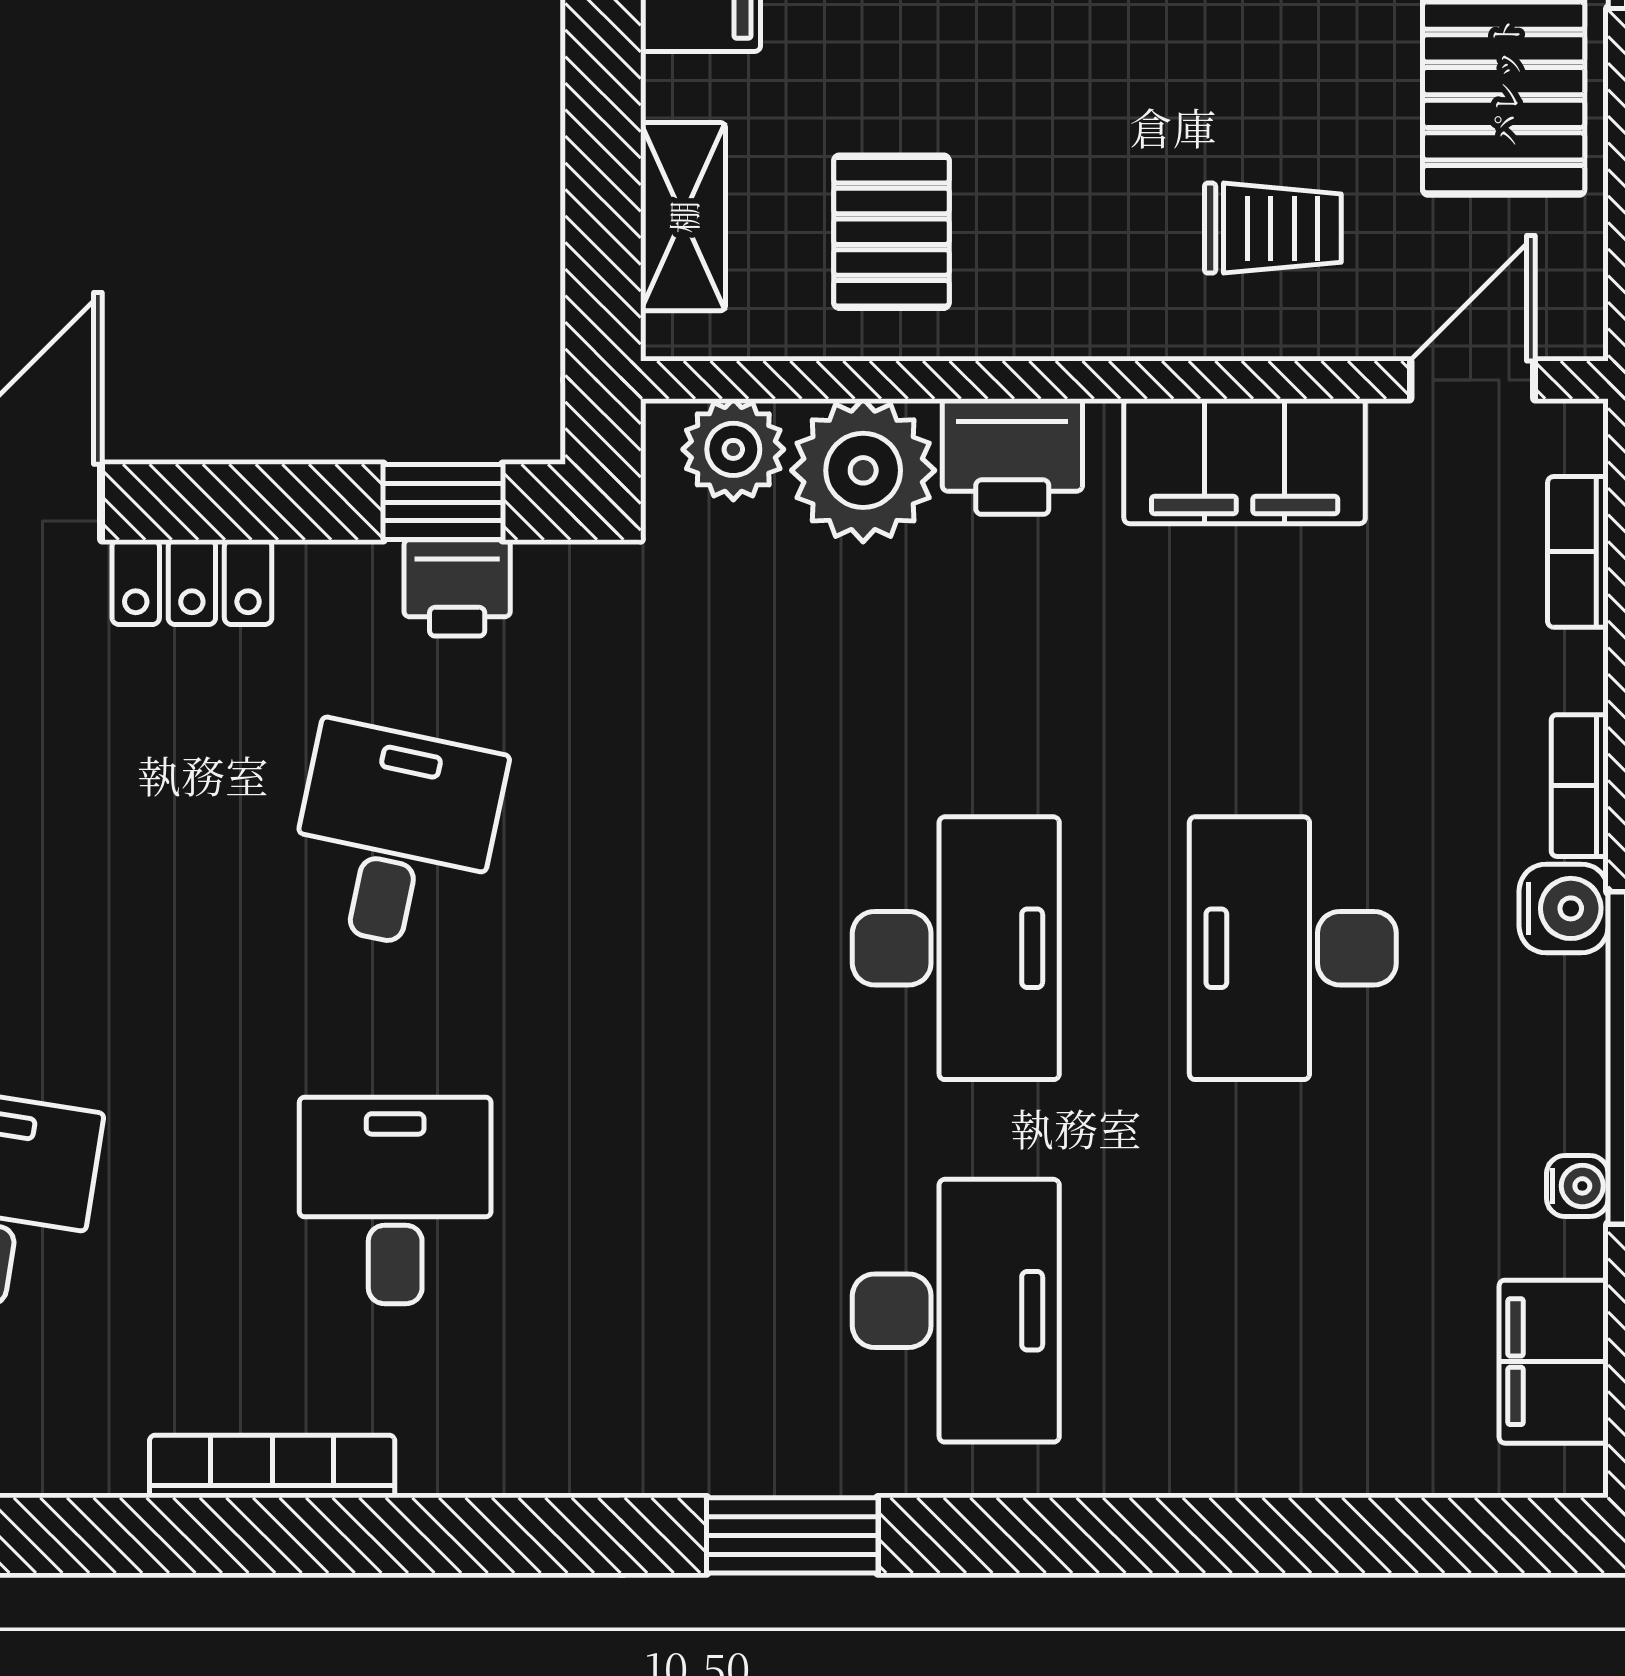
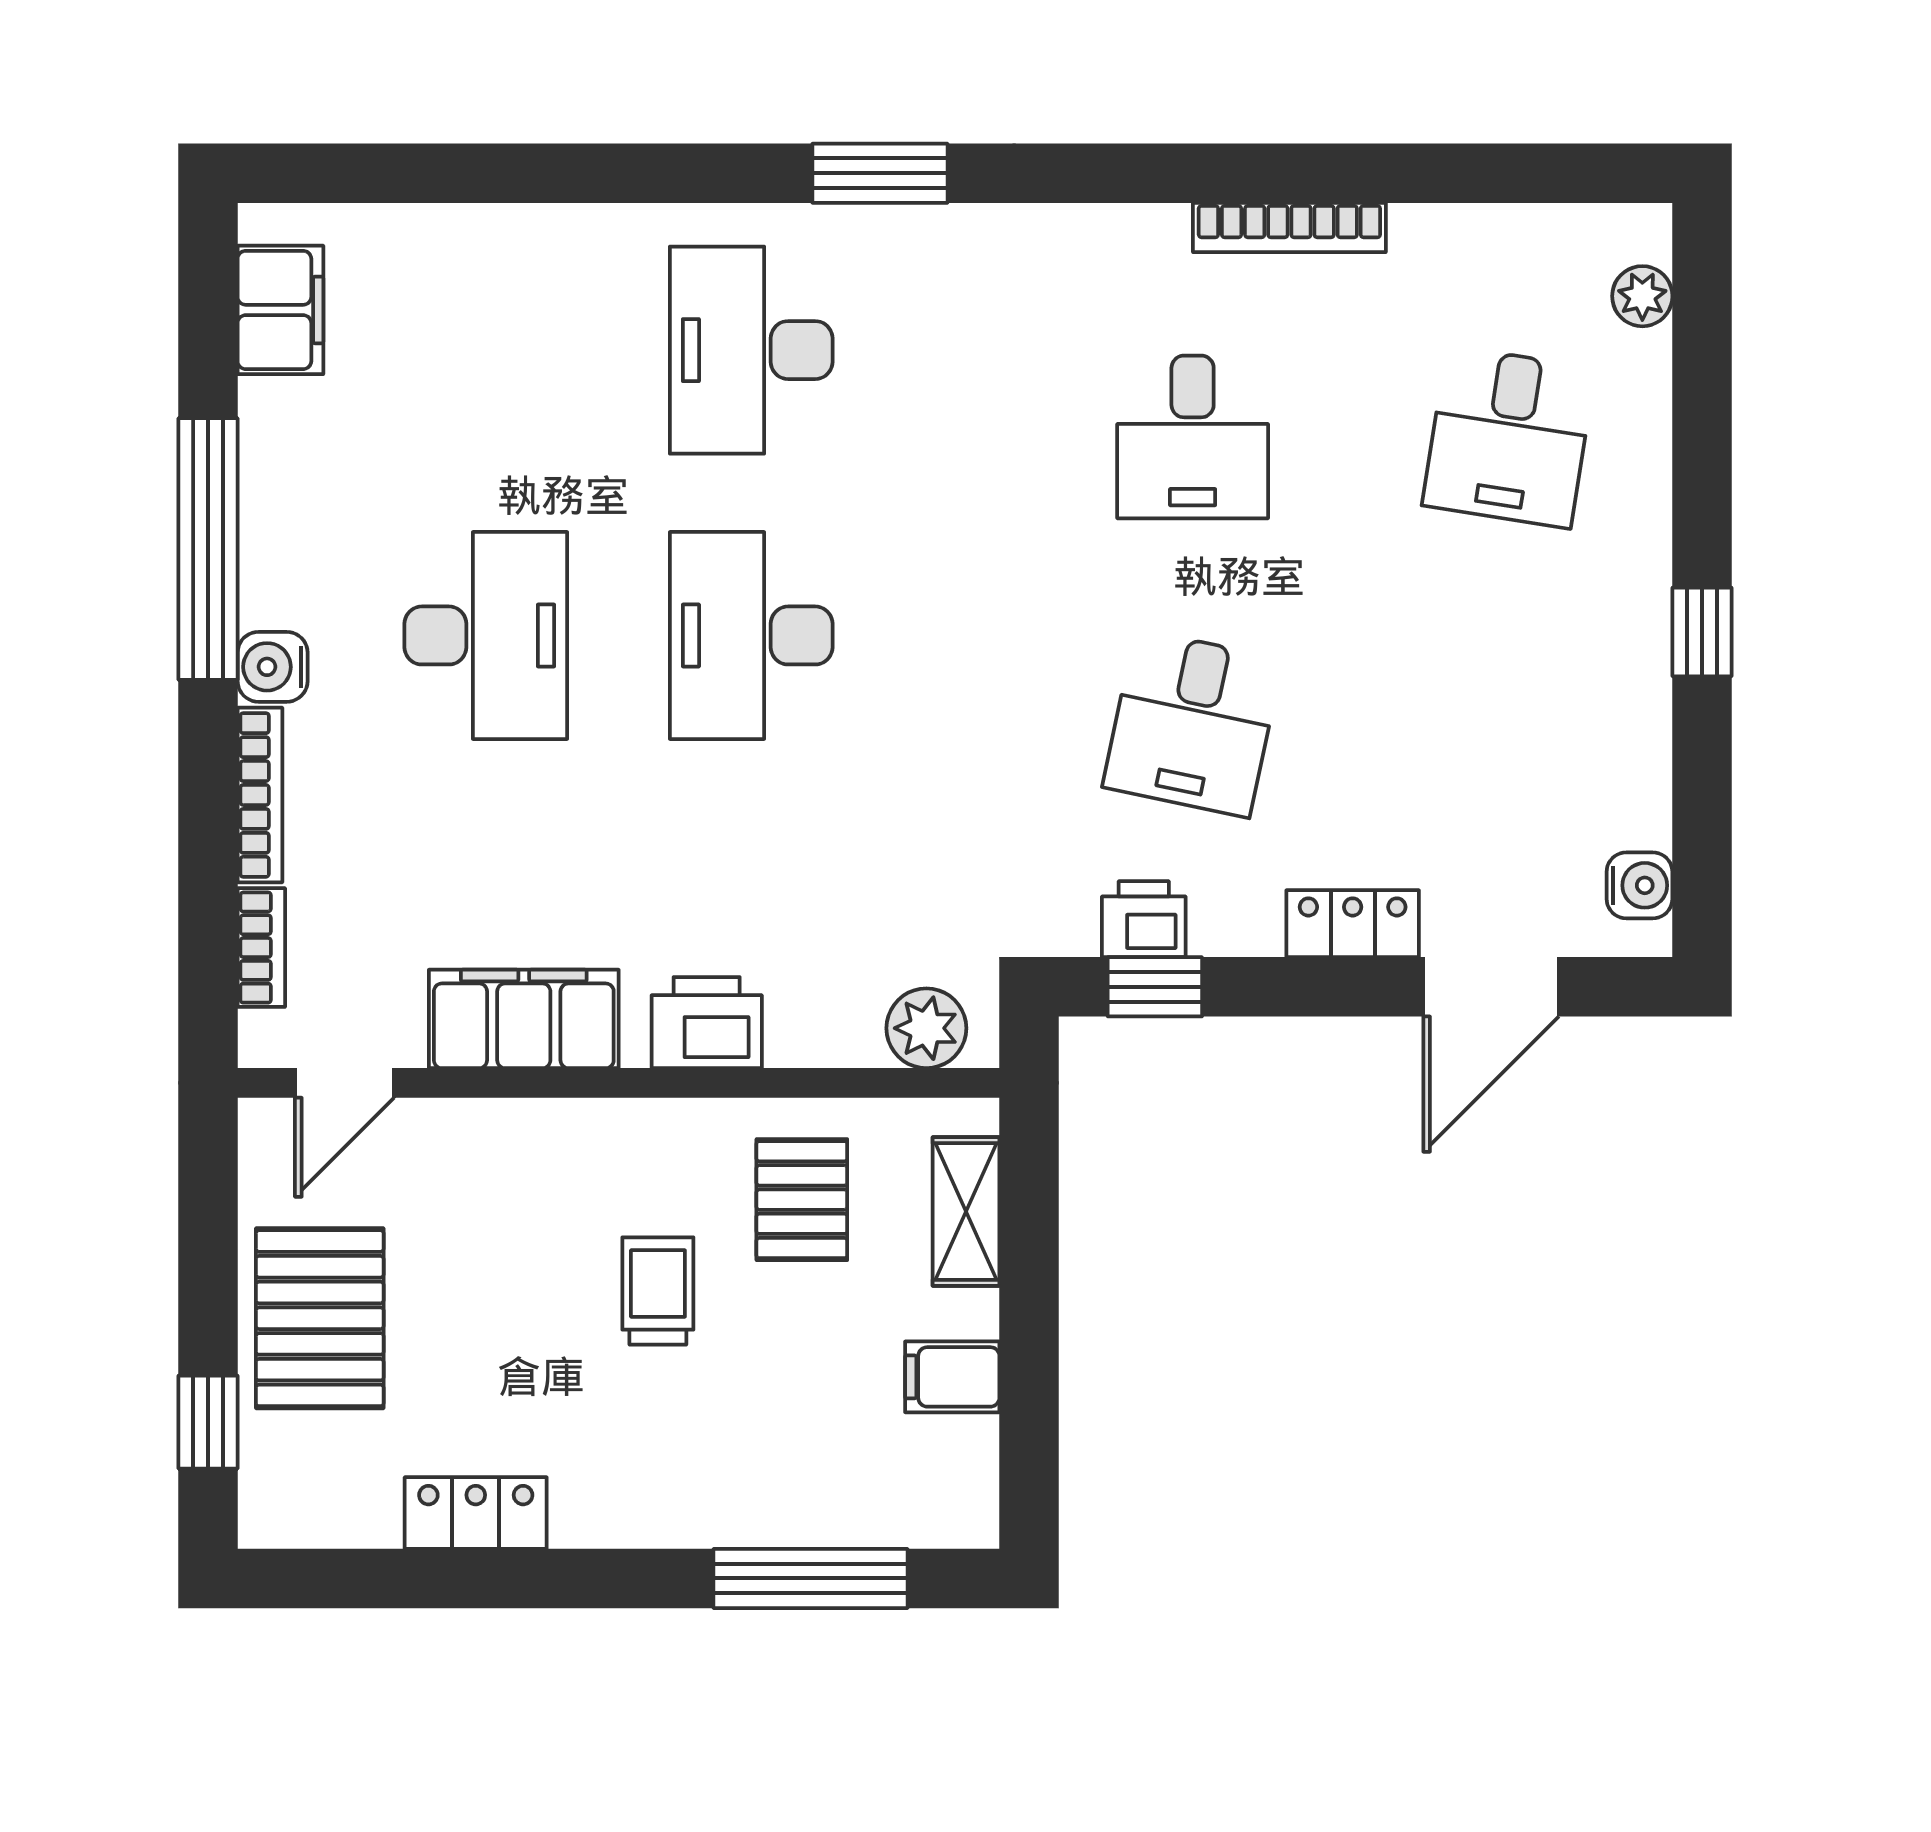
trolley: (1273, 228) -> (658, 1291), moved, turned 90
plant: (863, 470) -> (824, 1012), removed
bookcase: (1580, 786) -> (260, 795), width x1.56
water cooler: (1577, 1186) -> (262, 448), removed

